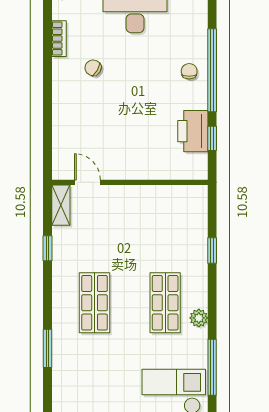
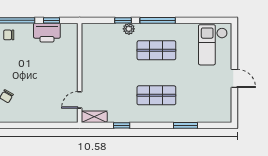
plant: (199, 318) -> (129, 29), moved
window: (212, 367) -> (158, 20), moved

